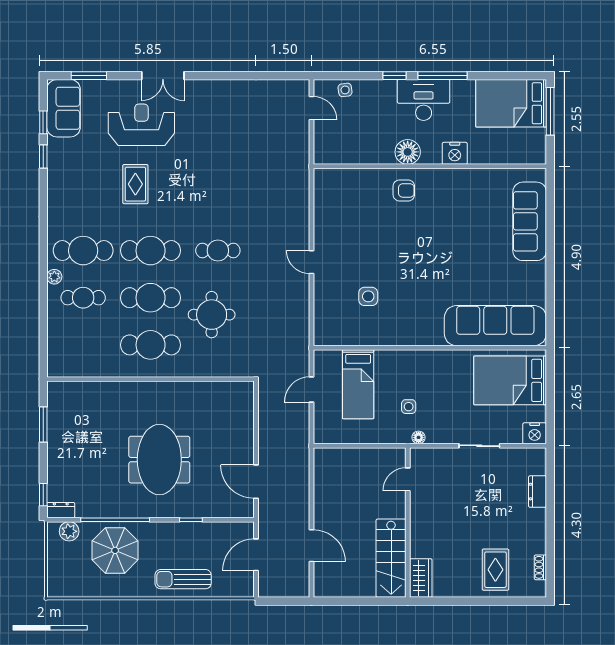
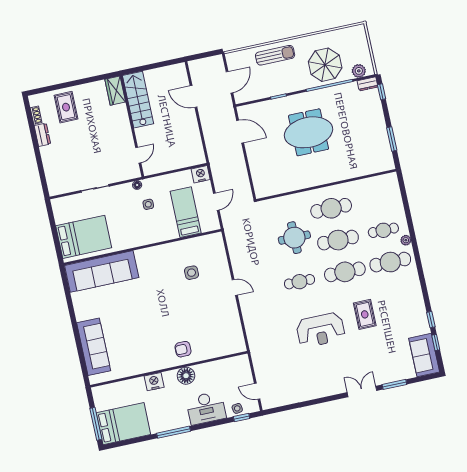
window: (89, 76) -> (394, 384), moved
window: (395, 76) -> (242, 417), moved
desk: (424, 100) -> (206, 408), moved
reception desk: (141, 125) -> (321, 330), moved
nightstand: (535, 433) -> (201, 174), moved
meeting table: (159, 460) -> (308, 132), turned 90
dresser: (538, 492) -> (42, 135), moved

